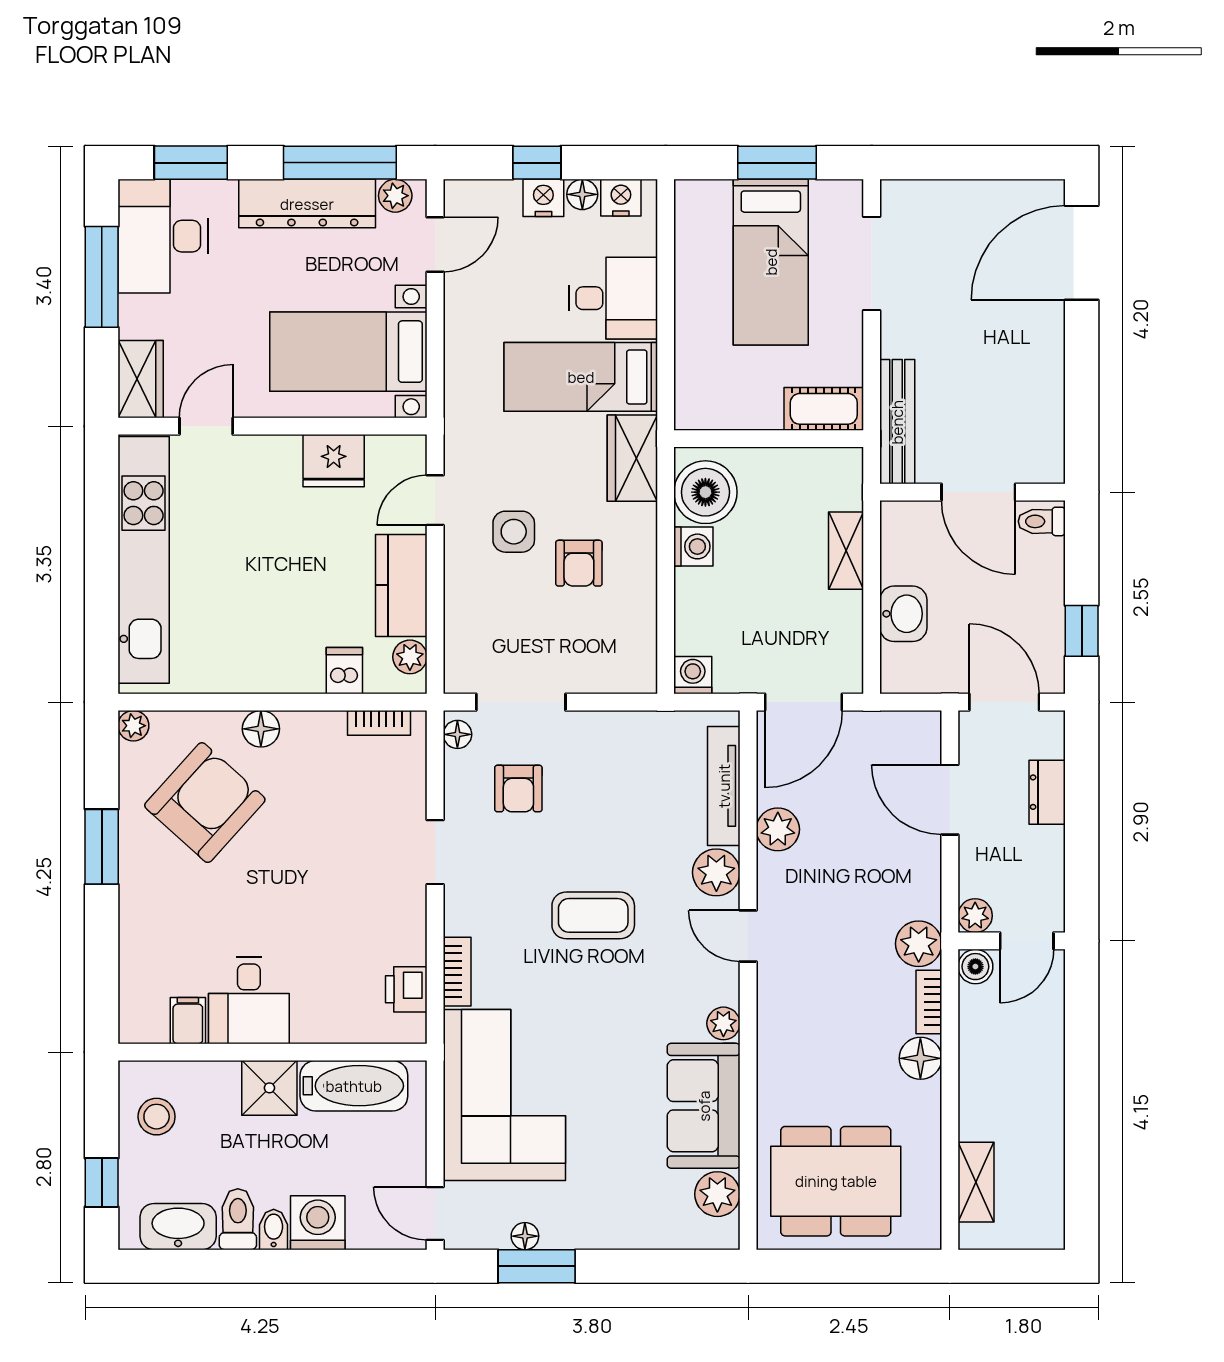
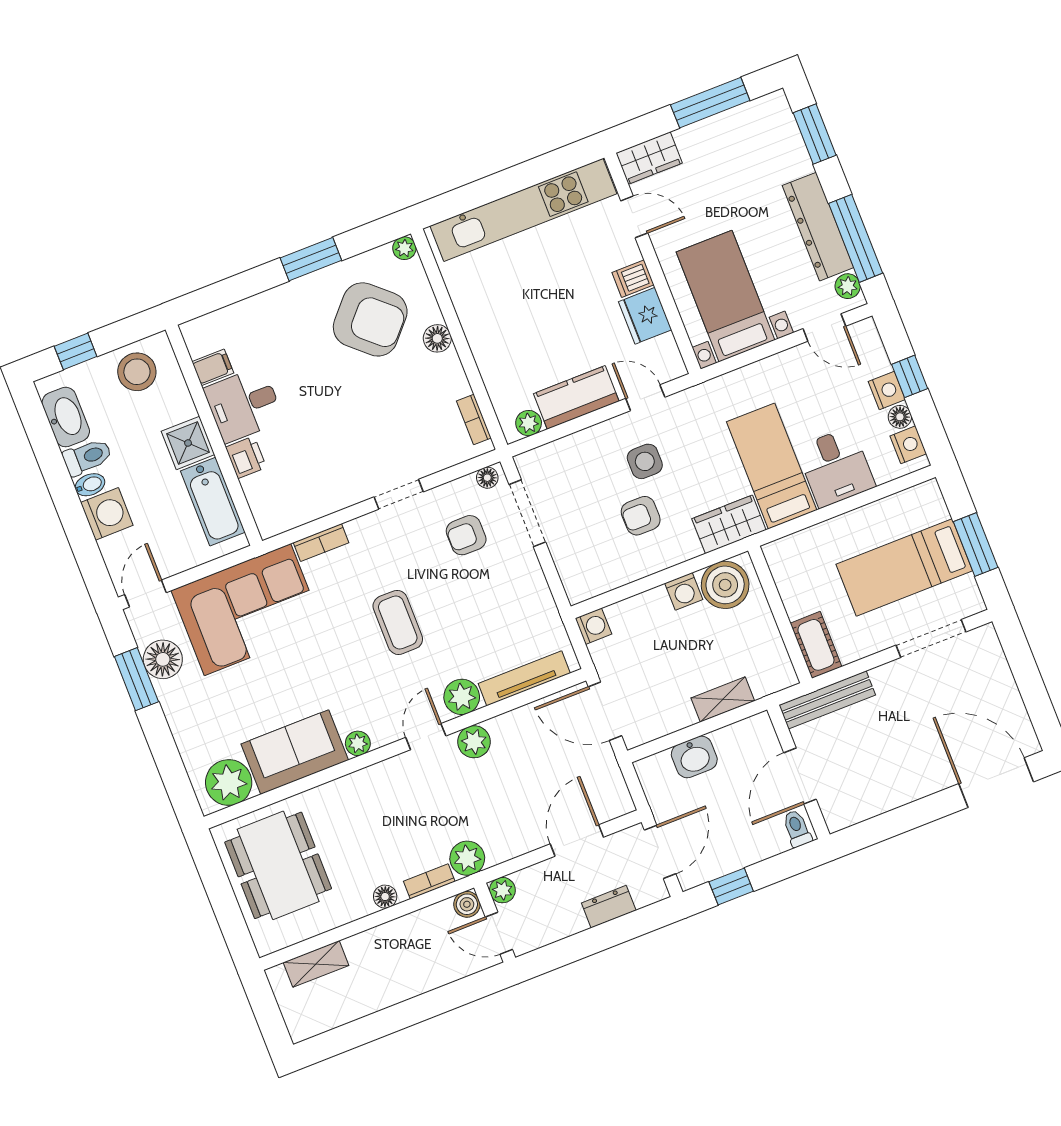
desk: (163, 236) -> (755, 134), removed
dishwasher: (344, 671) -> (633, 279), moved, turned 180
plant: (778, 829) -> (474, 742), moved
printer: (406, 989) -> (246, 457), moved, turned 90
floor lamp: (920, 1058) -> (385, 897), width x0.73, depth x0.73
stool: (157, 1117) -> (137, 372), width x1.38, depth x1.38
plant: (717, 1194) -> (229, 783), width x1.36, depth x1.36
floor lamp: (525, 1236) -> (163, 659), width x1.89, depth x1.89

